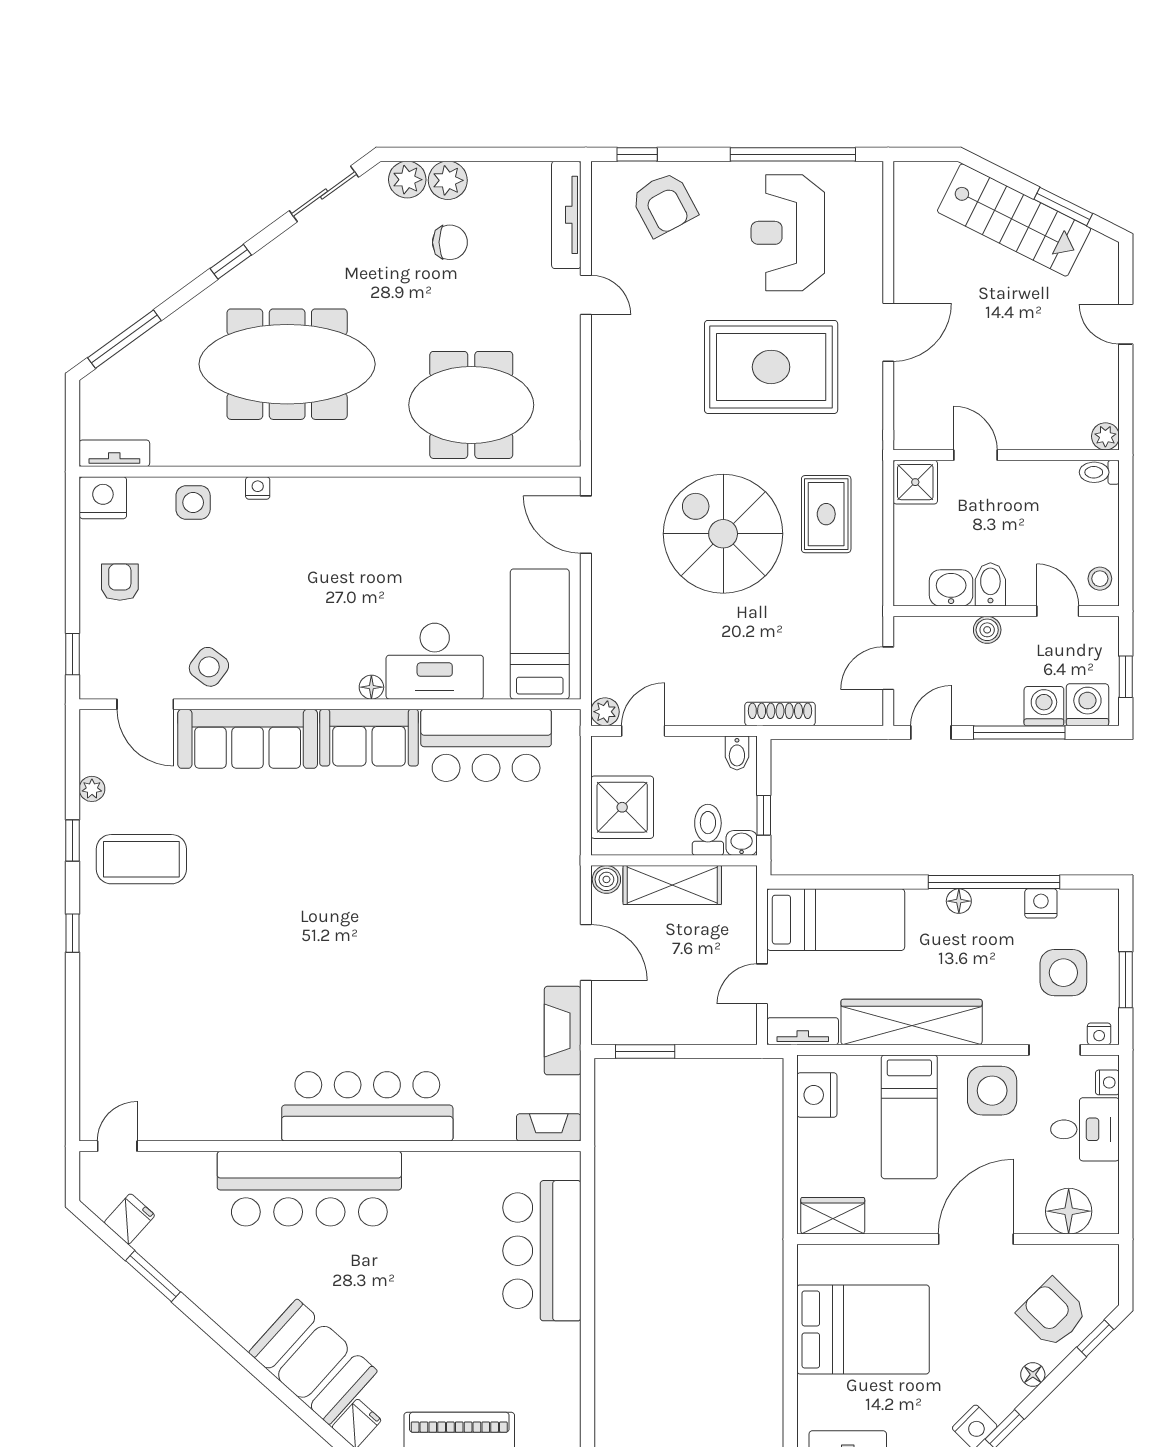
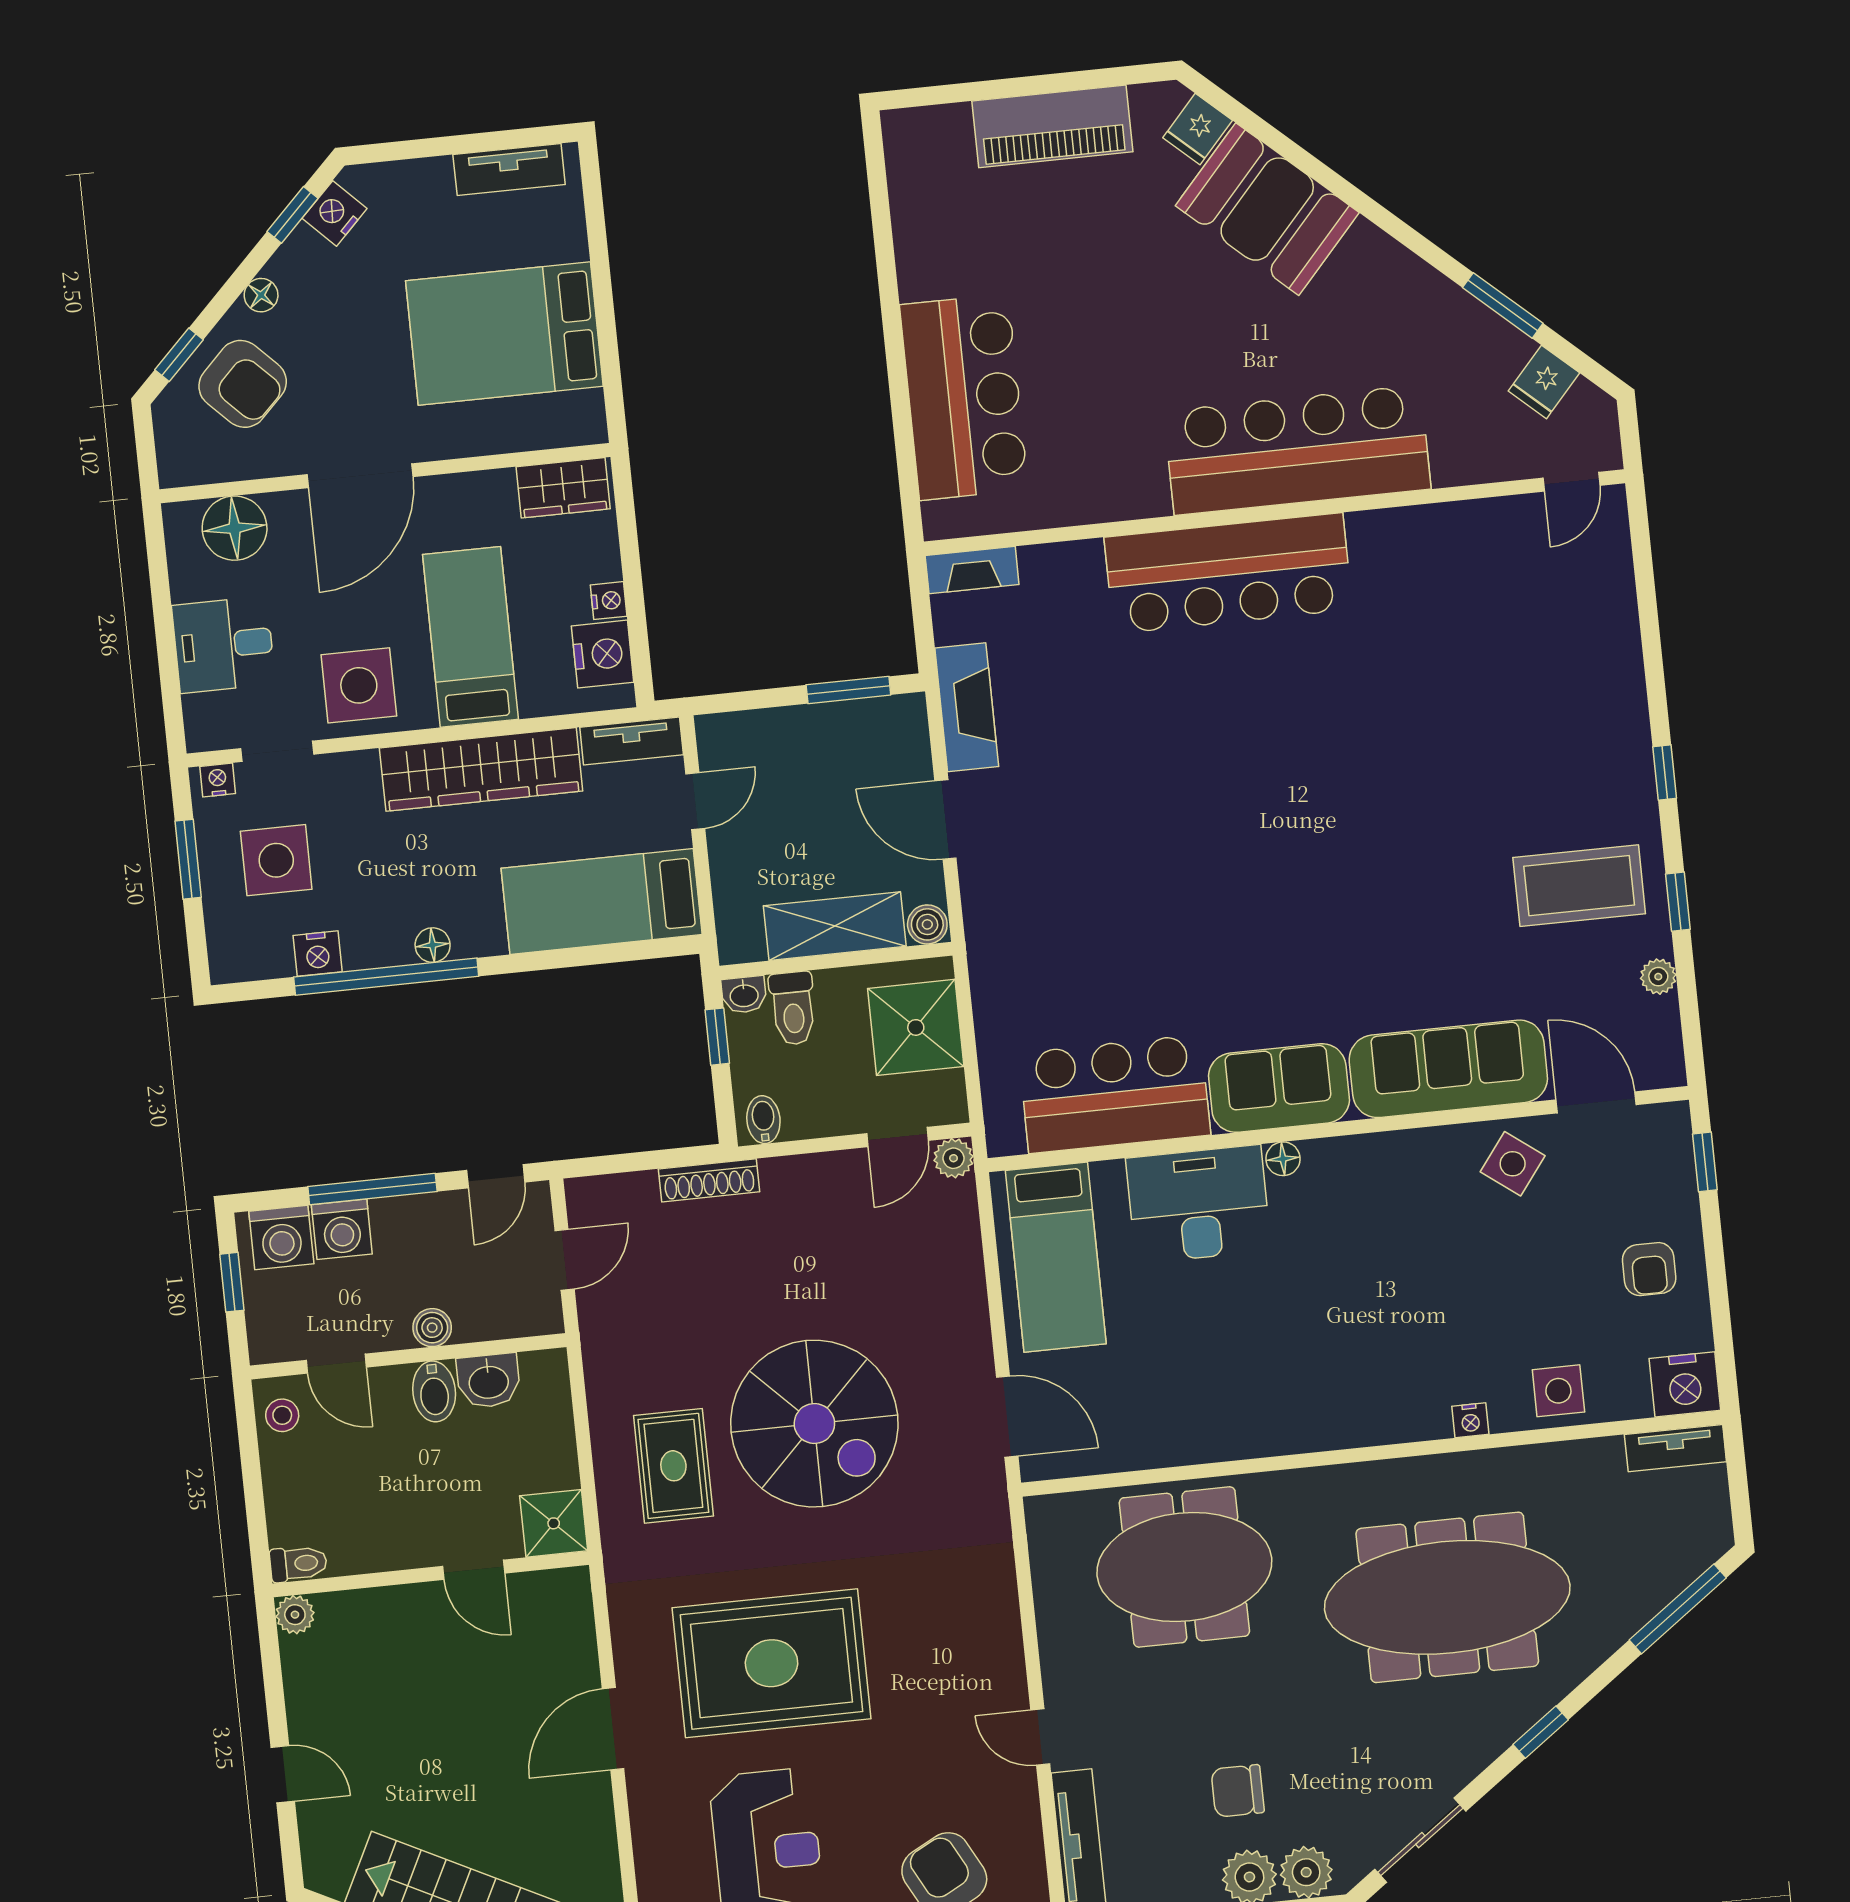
nightstand: (1107, 1082) -> (609, 601), moved, turned 180

